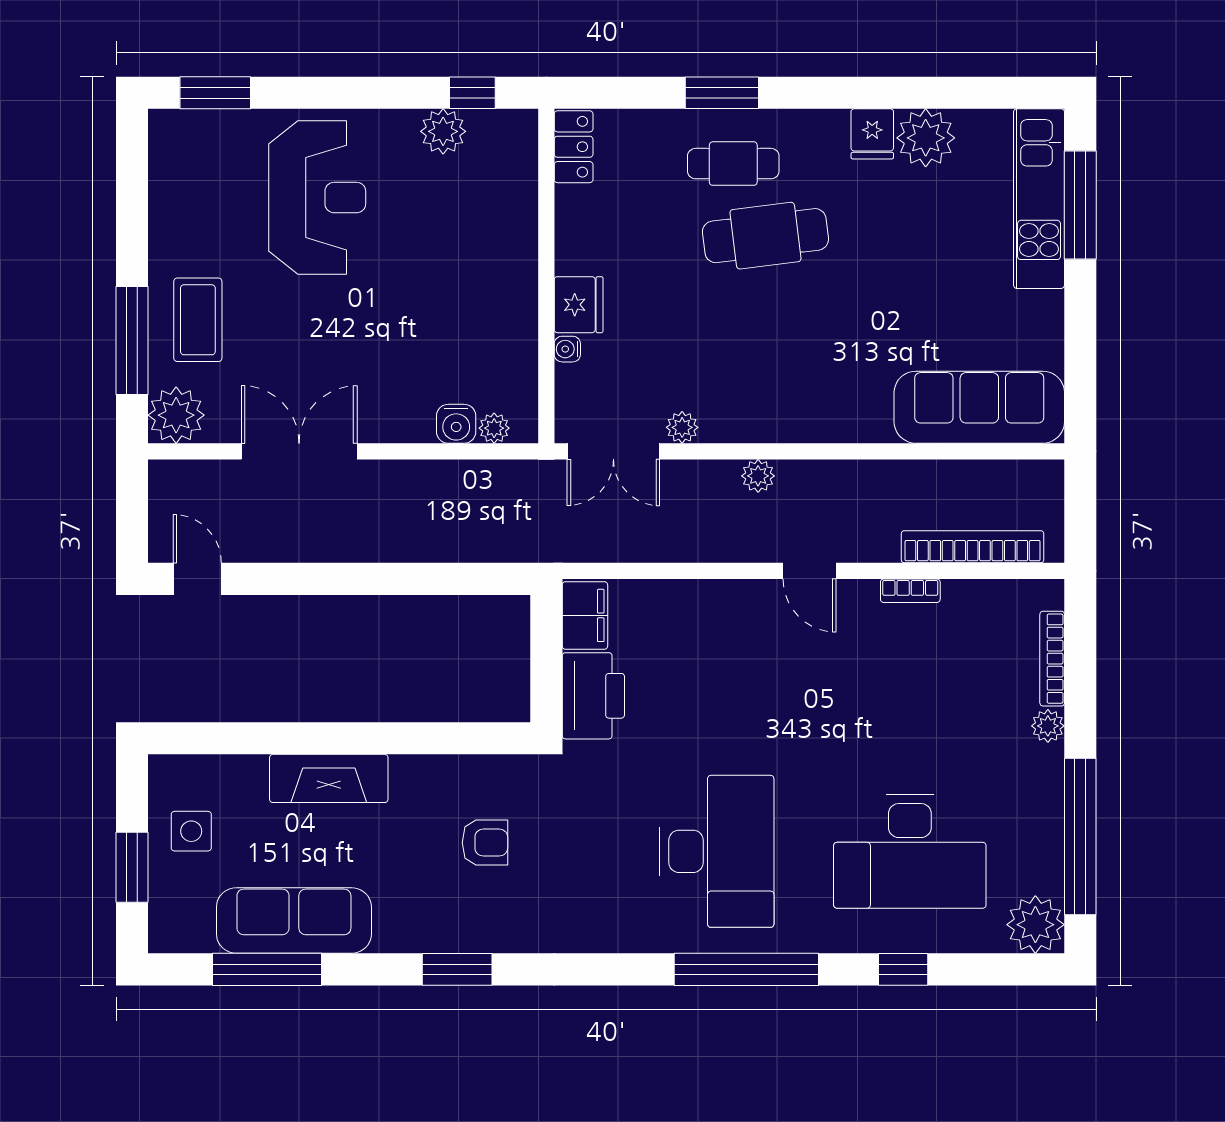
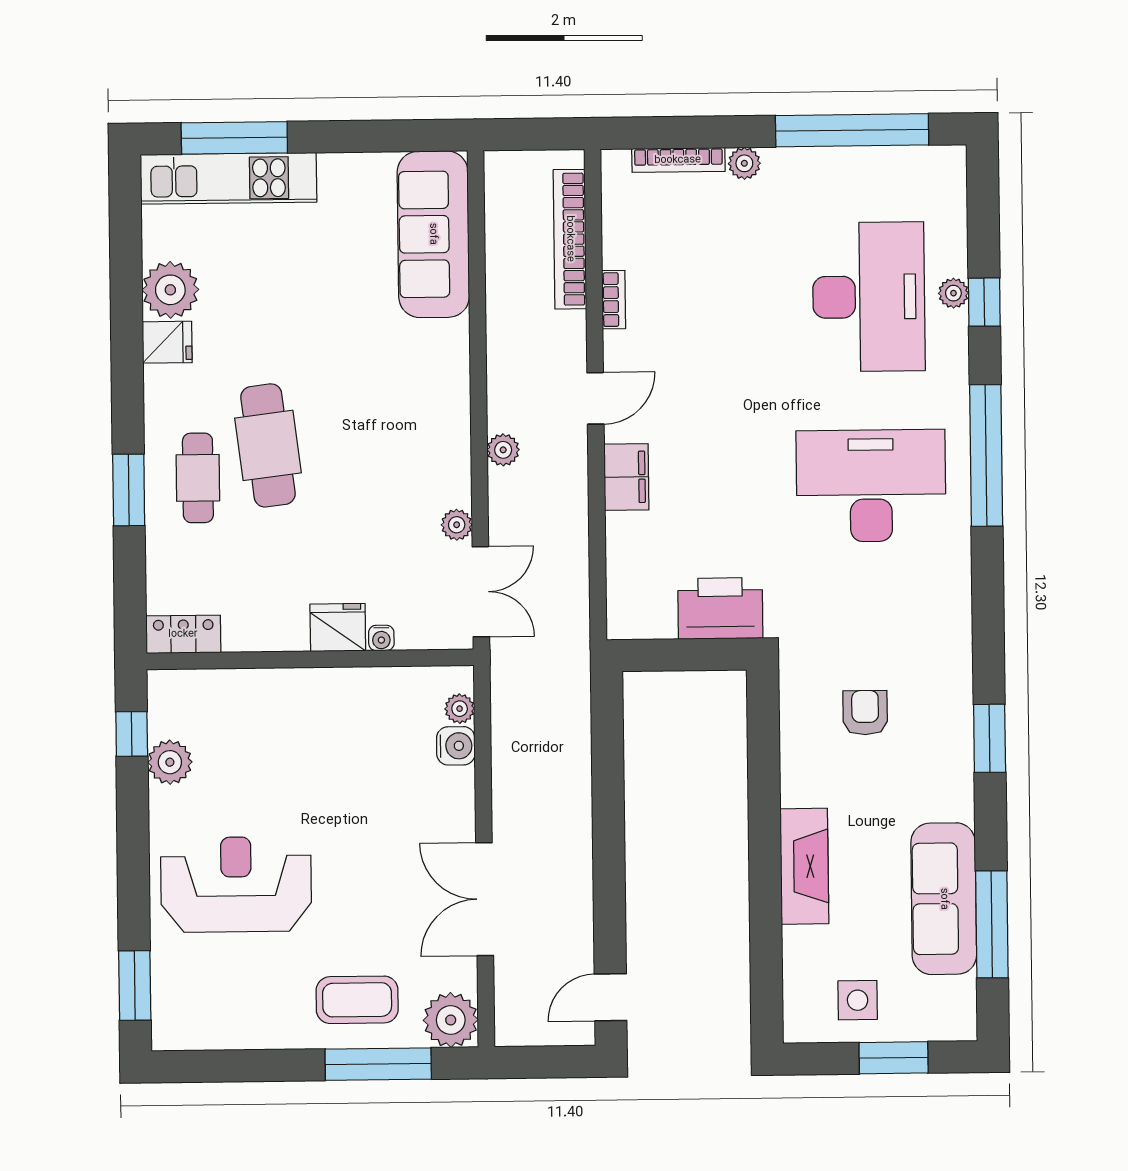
filing cabinet: (585, 615) -> (626, 477), moved, turned 90
plant: (1035, 925) -> (953, 293), moved, width x0.53, depth x0.53

